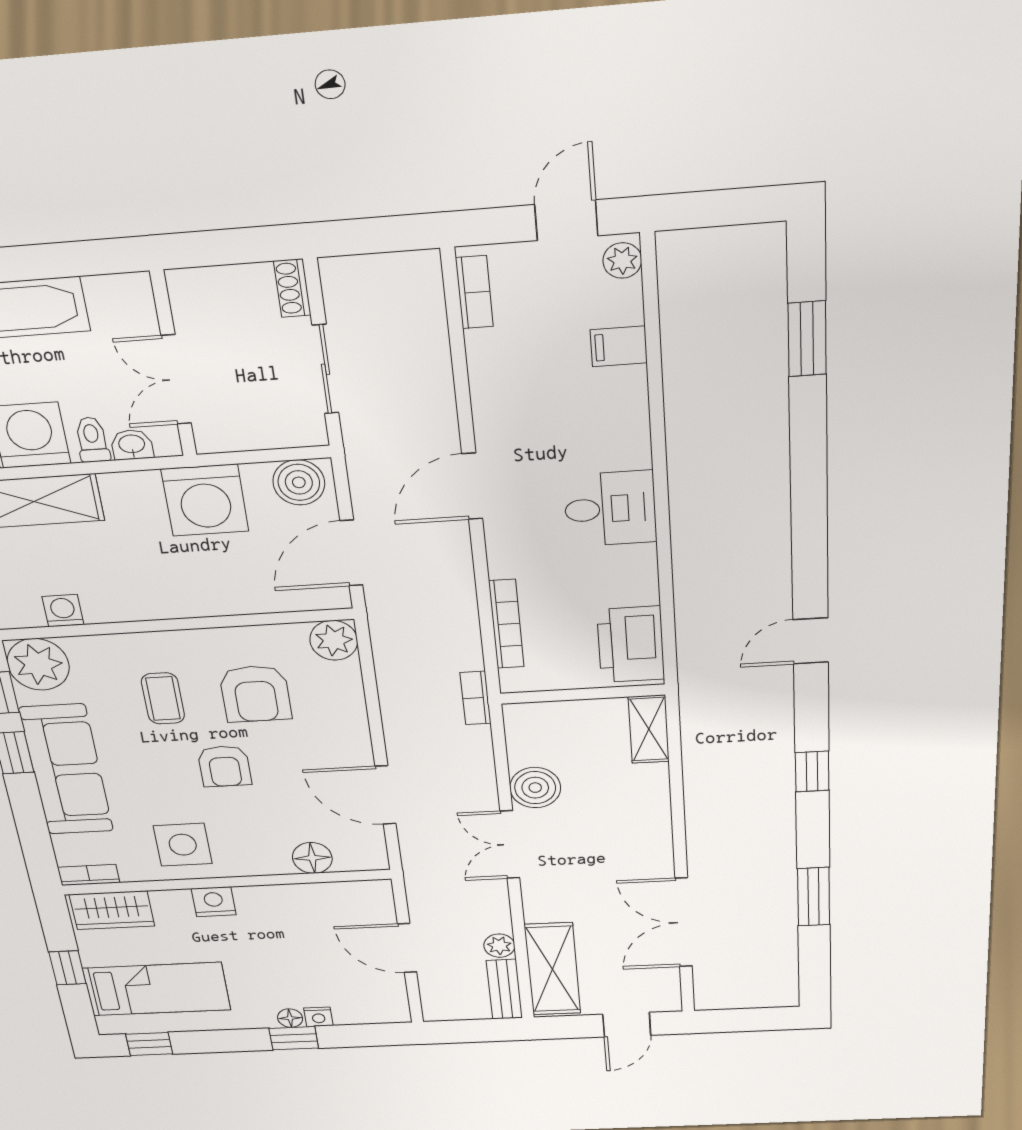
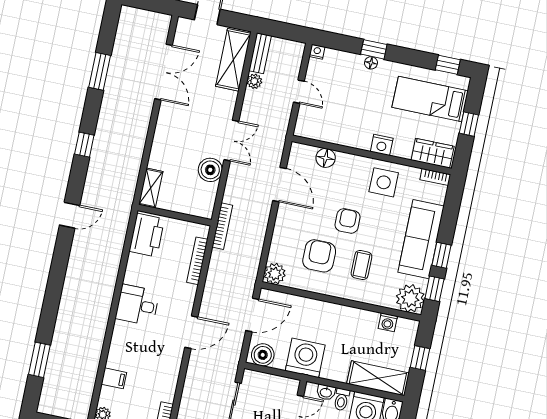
bookcase: (476, 698) -> (222, 226), width x1.56
door: (407, 948) -> (299, 92), width x0.73
nightstand: (318, 1017) -> (317, 52), moved

